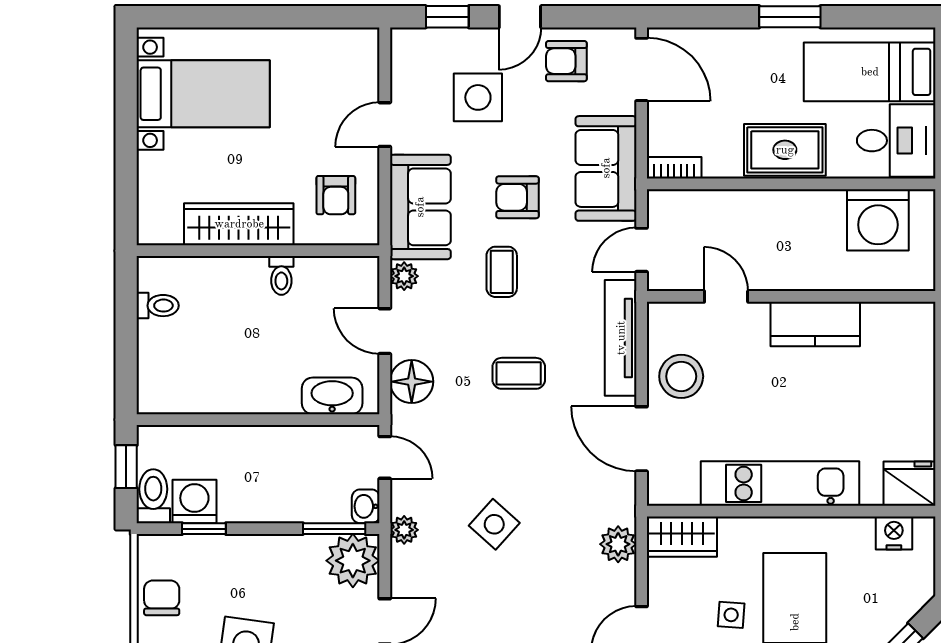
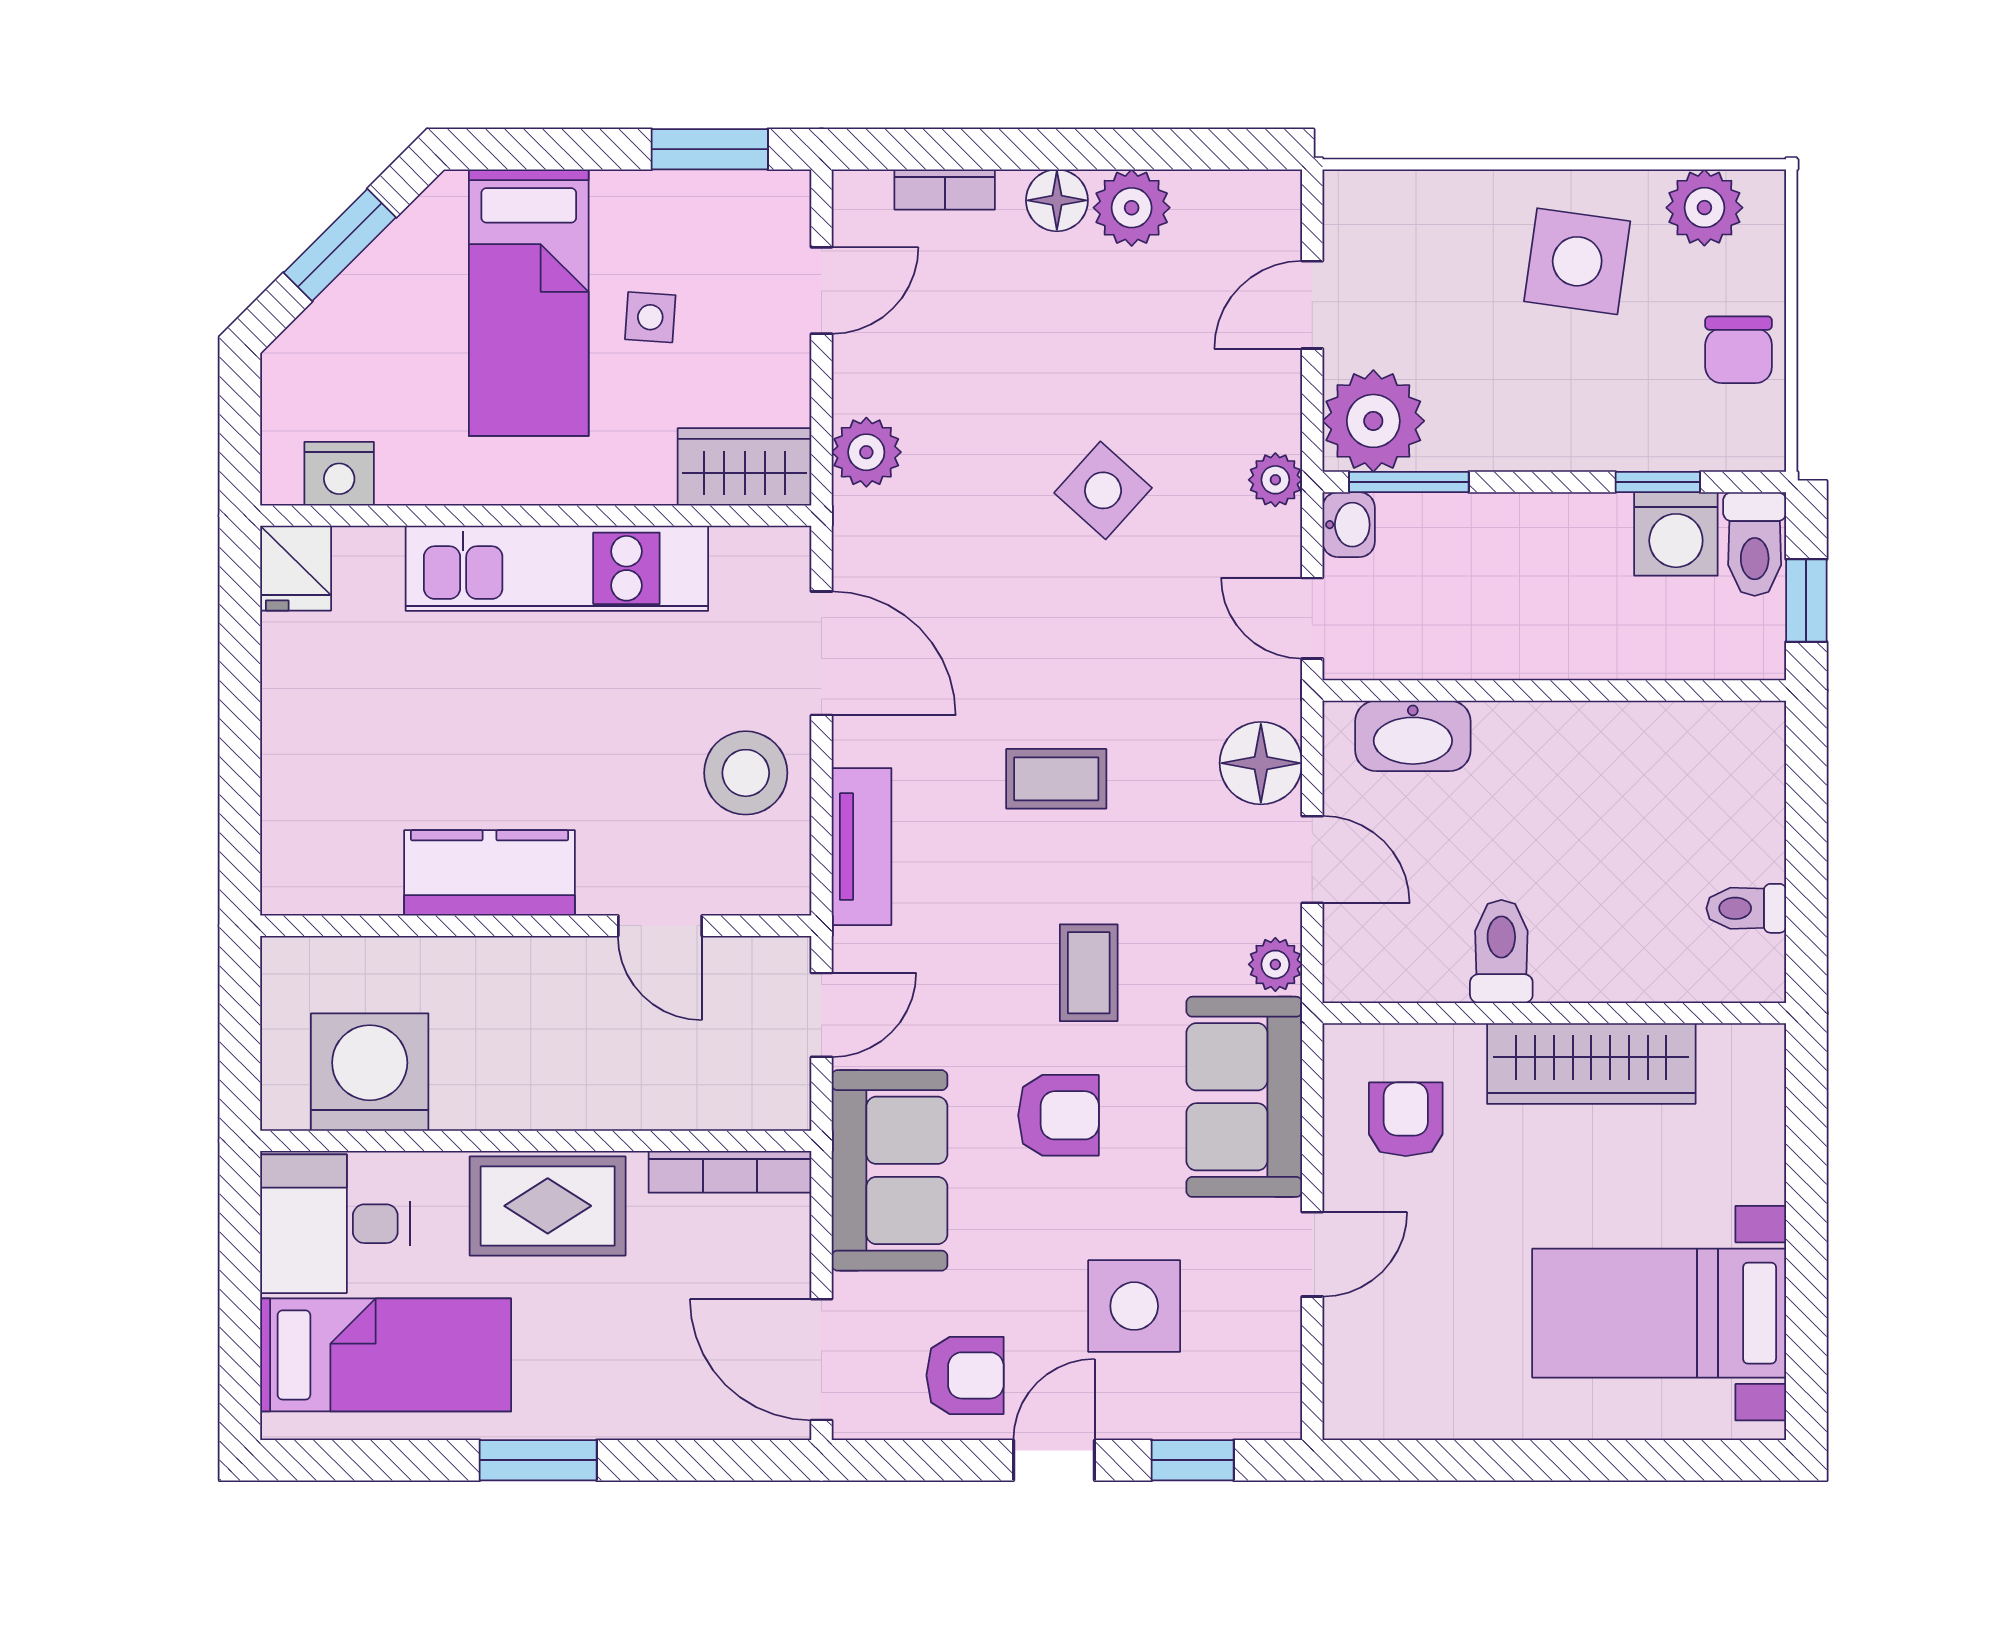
bookcase: (674, 168) -> (730, 1172), width x1.56
toilet: (281, 275) -> (1501, 951), width x1.37, depth x1.39
tv unit: (621, 338) -> (862, 847), width x0.71
fridge: (910, 484) -> (296, 568), width x0.72

